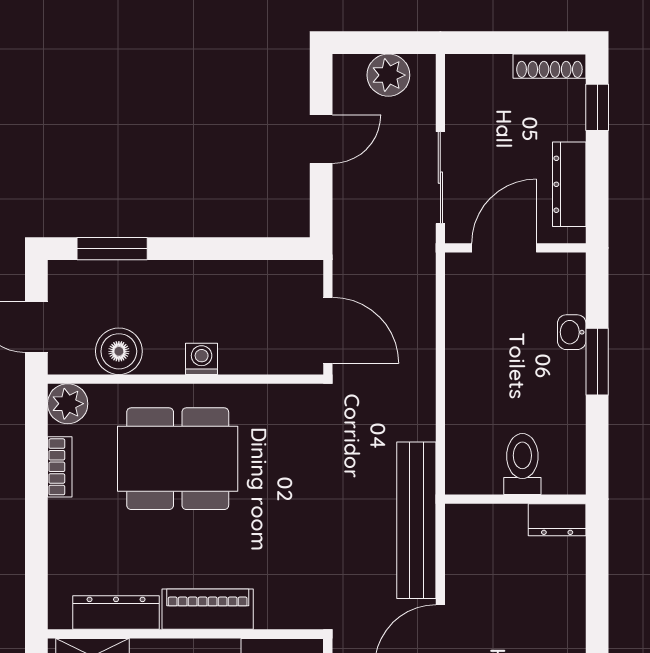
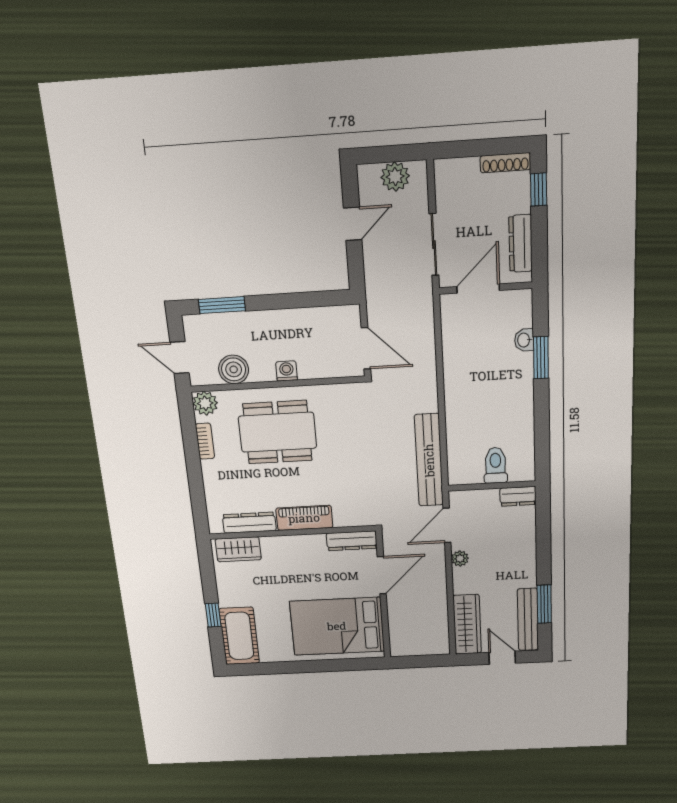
toilet: (522, 464) -> (495, 465), moved
wall: (515, 499) -> (492, 486), moved
dresser: (557, 520) -> (518, 496), moved

